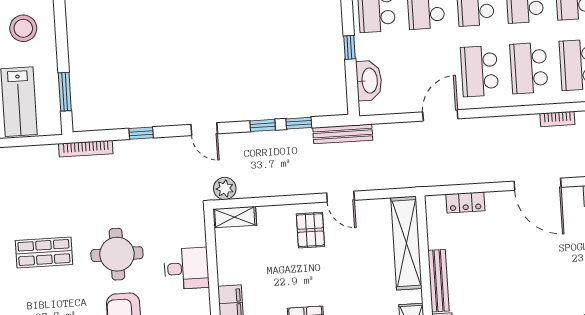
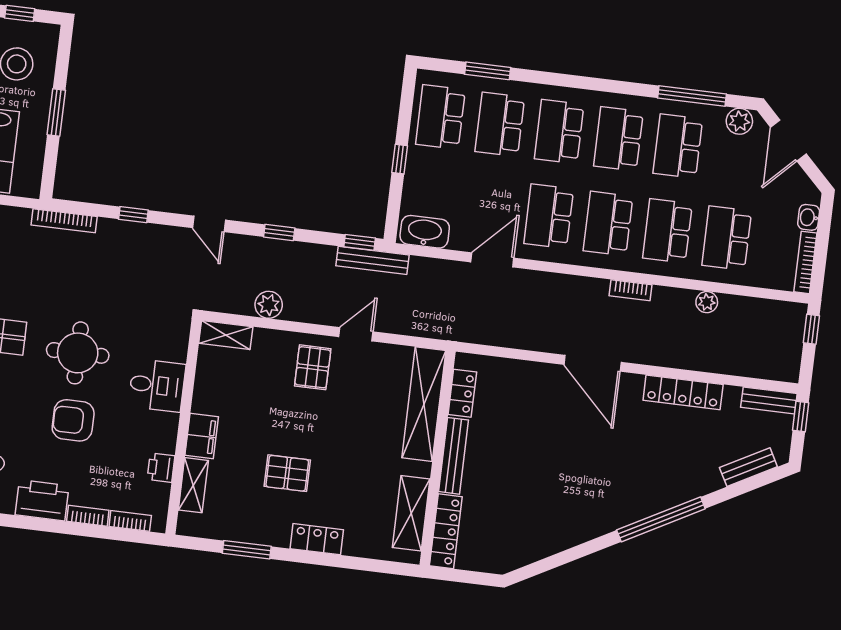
washbasin: (369, 81) -> (425, 232), moved, turned -90
window: (65, 92) -> (56, 113), moved
window: (299, 123) -> (360, 242), moved
plant: (225, 188) -> (269, 305), moved
door: (341, 197) -> (356, 334), swing flipped
locker: (465, 202) -> (462, 393), moved, turned -90

